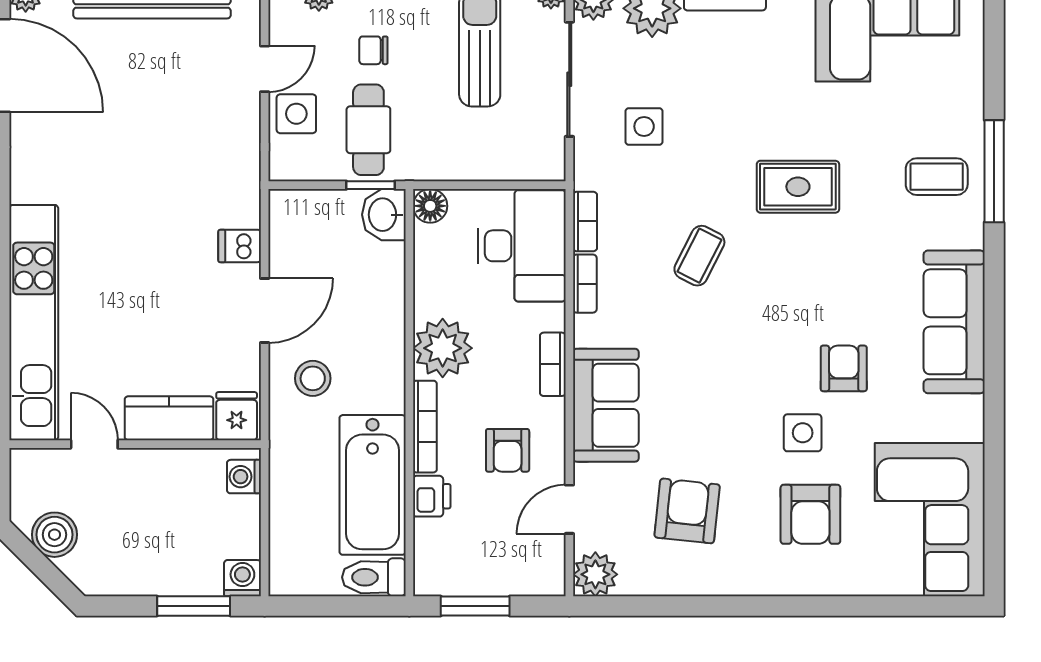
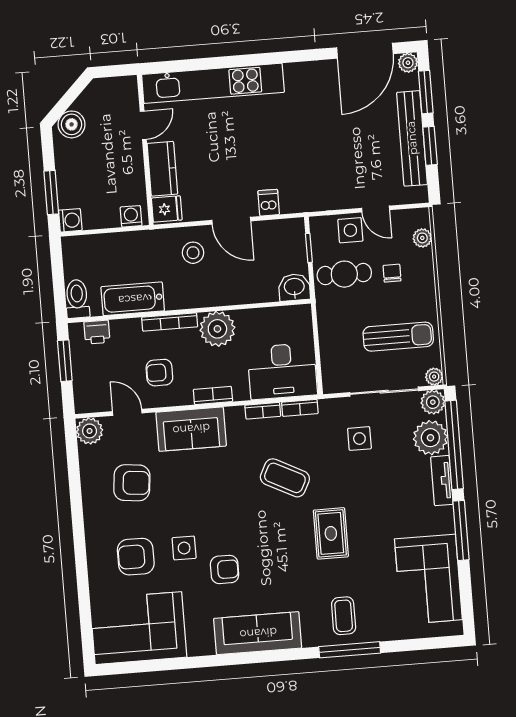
window: (371, 185) -> (309, 248), moved
floor lamp: (430, 206) -> (302, 315), removed
coffee table: (699, 256) -> (285, 478), width x1.36, depth x1.30
bathtub: (373, 485) -> (133, 299), width x0.73, depth x0.73
printer: (432, 496) -> (97, 332), moved
boiler: (54, 535) -> (72, 124), moved

